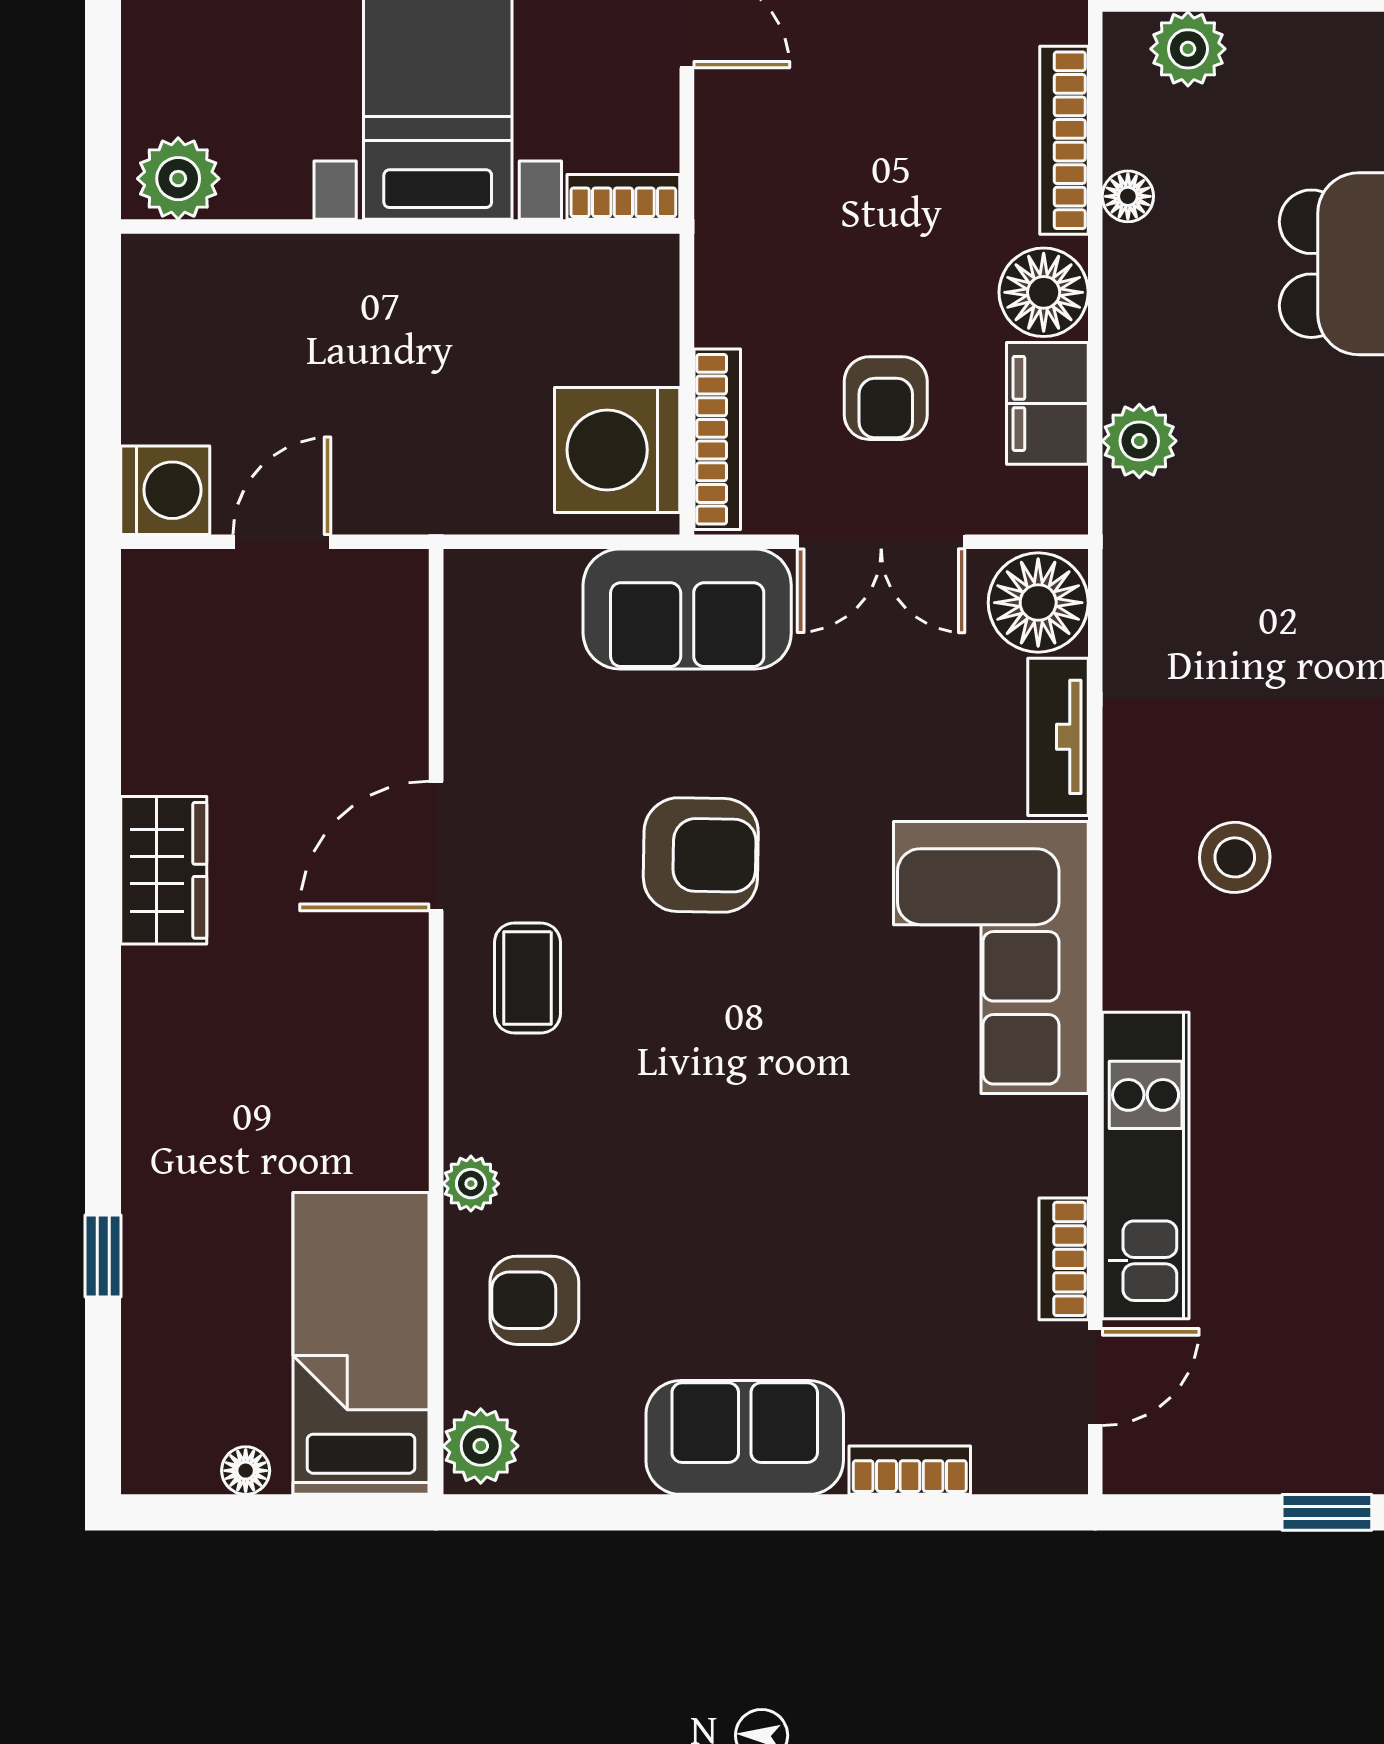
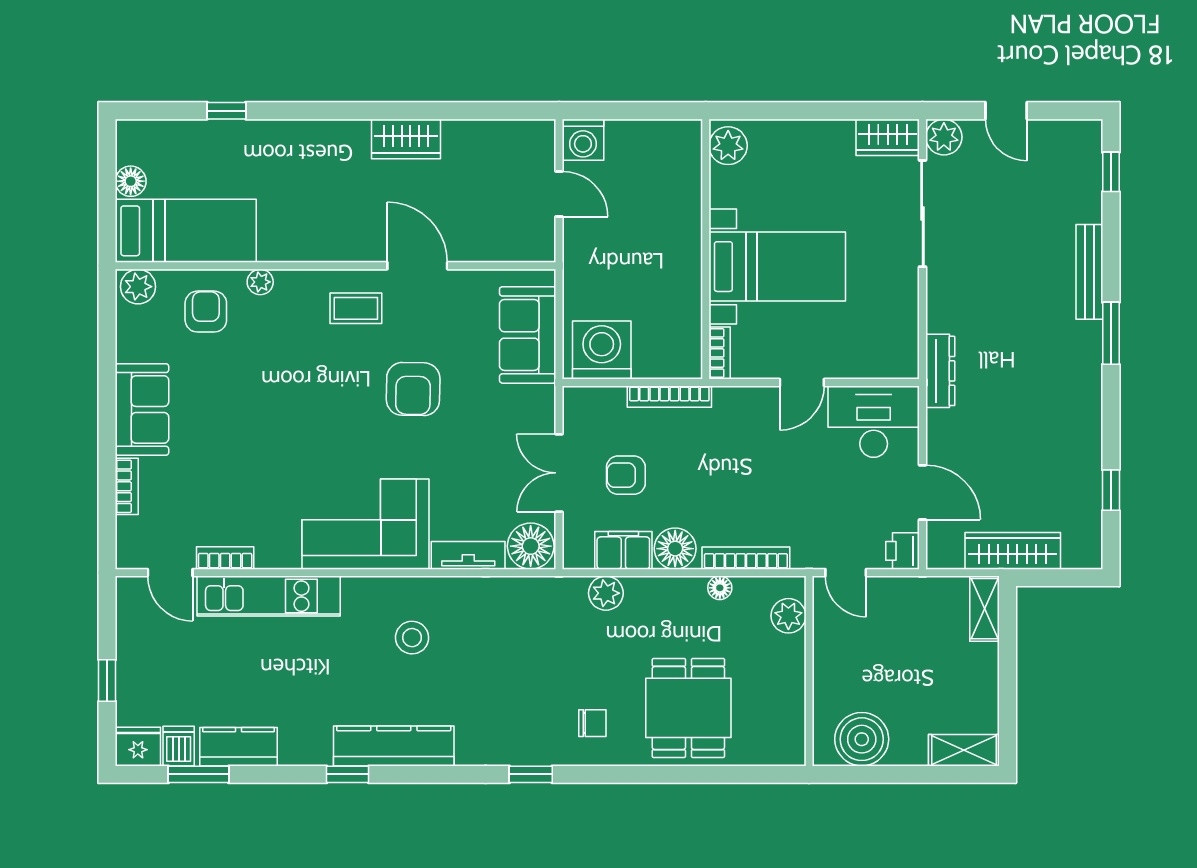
bookcase: (717, 439) -> (669, 397), moved
sofa: (687, 609) -> (528, 335), moved
floor lamp: (246, 1471) -> (131, 181), width x1.37, depth x1.37

